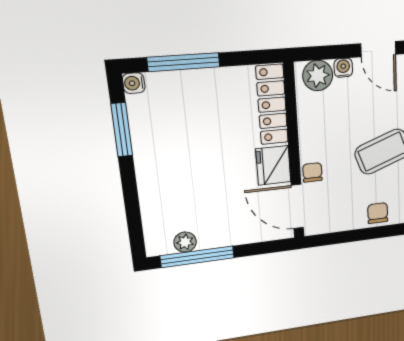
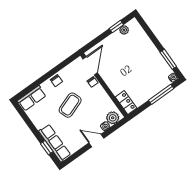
locker: (272, 105) -> (126, 103), width x0.66
fridge: (273, 165) -> (109, 76), removed
door: (297, 207) -> (90, 66), hinge flipped
window: (197, 257) -> (116, 27), width x0.46

